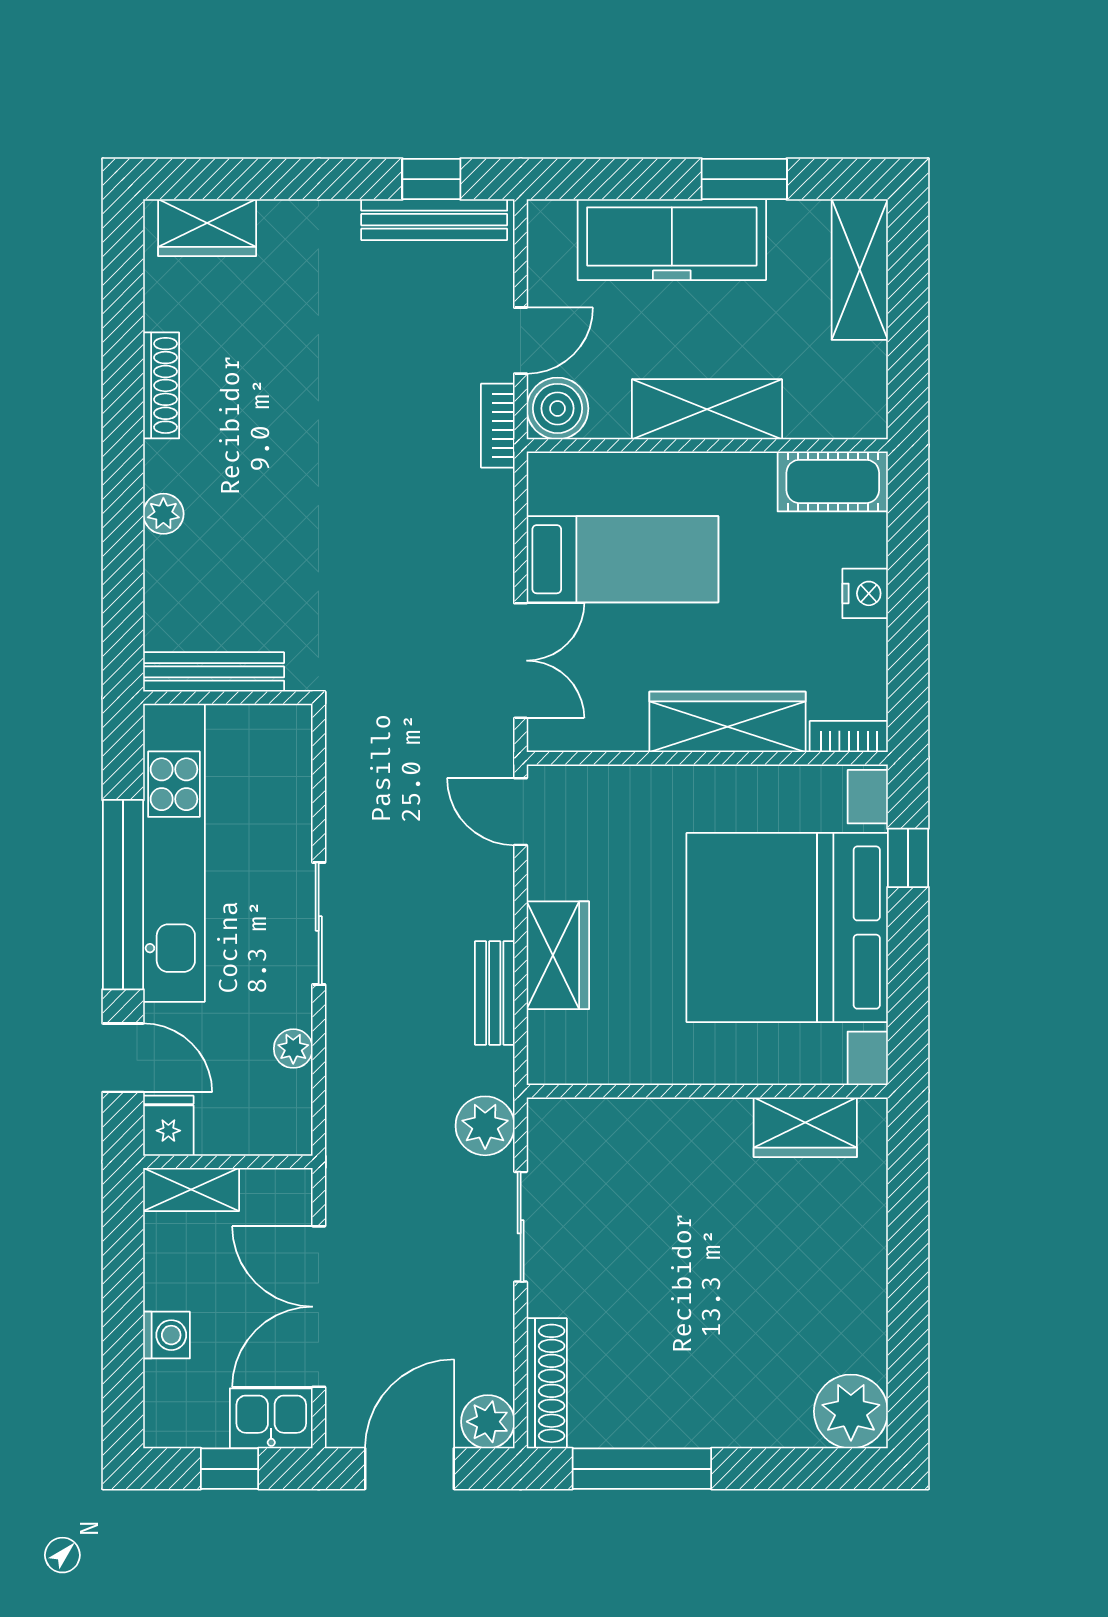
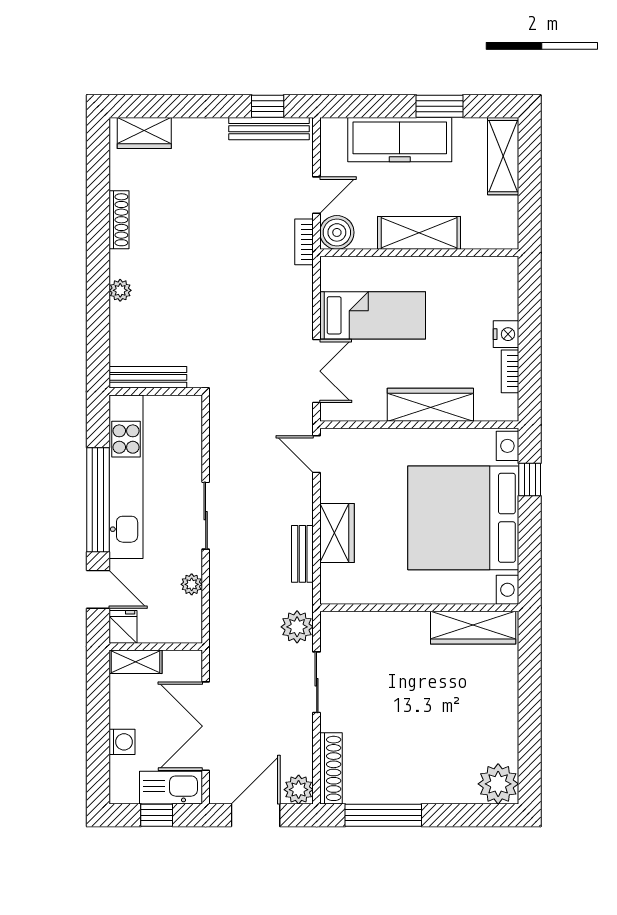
cot: (833, 481) -> (488, 273), removed
bookcase: (849, 737) -> (510, 371), moved, turned -90
wardrobe: (805, 1127) -> (473, 628), width x1.50
kitchen sink: (271, 1418) -> (171, 788), width x1.38

